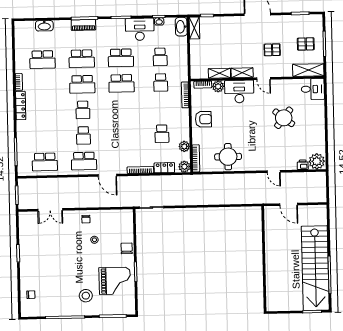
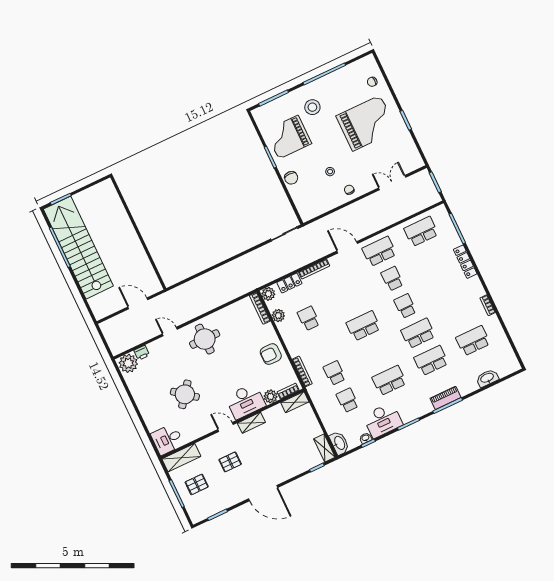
shelving: (219, 73) -> (295, 402), moved
school desk: (121, 83) -> (363, 326), moved
locker: (21, 105) -> (465, 262), moved
round table: (228, 157) -> (205, 339), moved
grand piano: (50, 265) -> (366, 123), added

